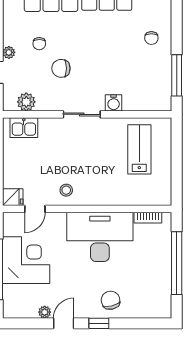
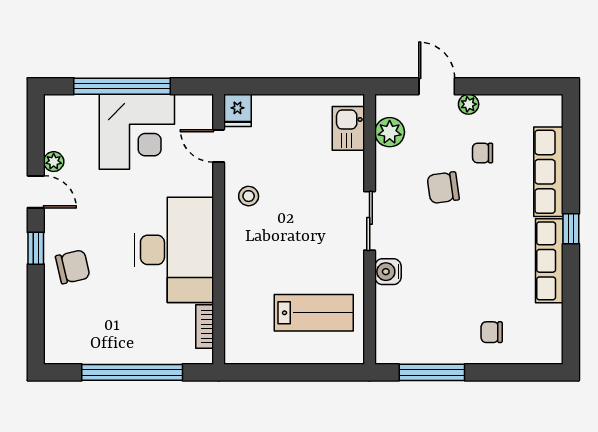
chair: (61, 68) -> (443, 188), turned -98

